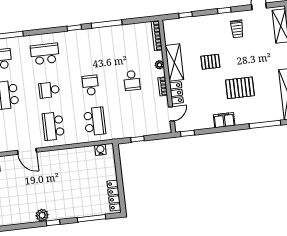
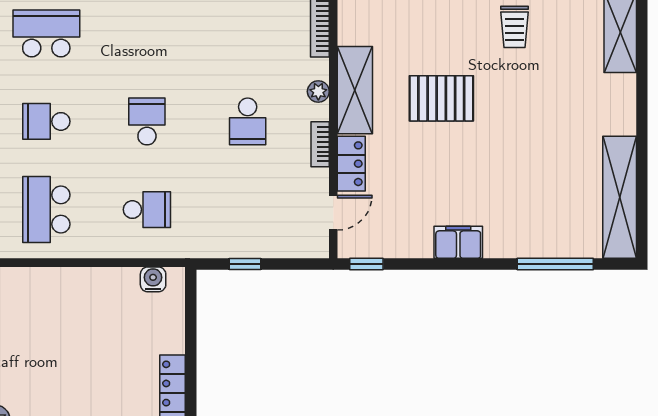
pallet: (210, 62) -> (441, 98), width x1.50, depth x1.42
pallet: (240, 88) -> (505, 169), removed
school desk: (95, 121) -> (147, 210), width x0.54

